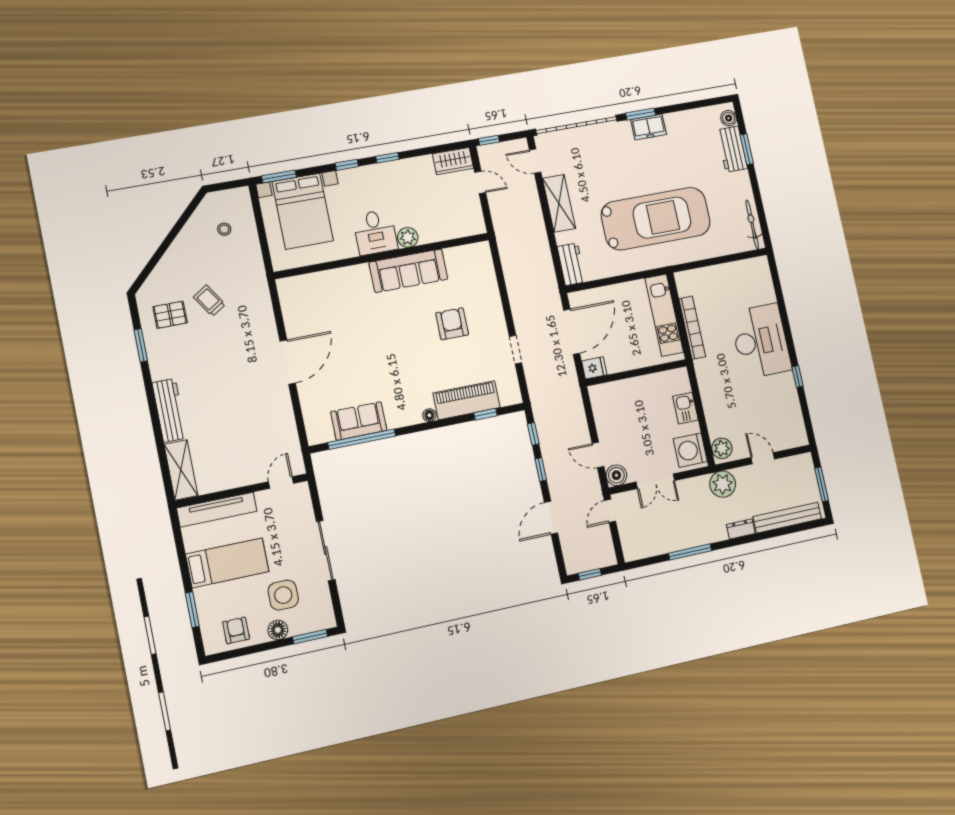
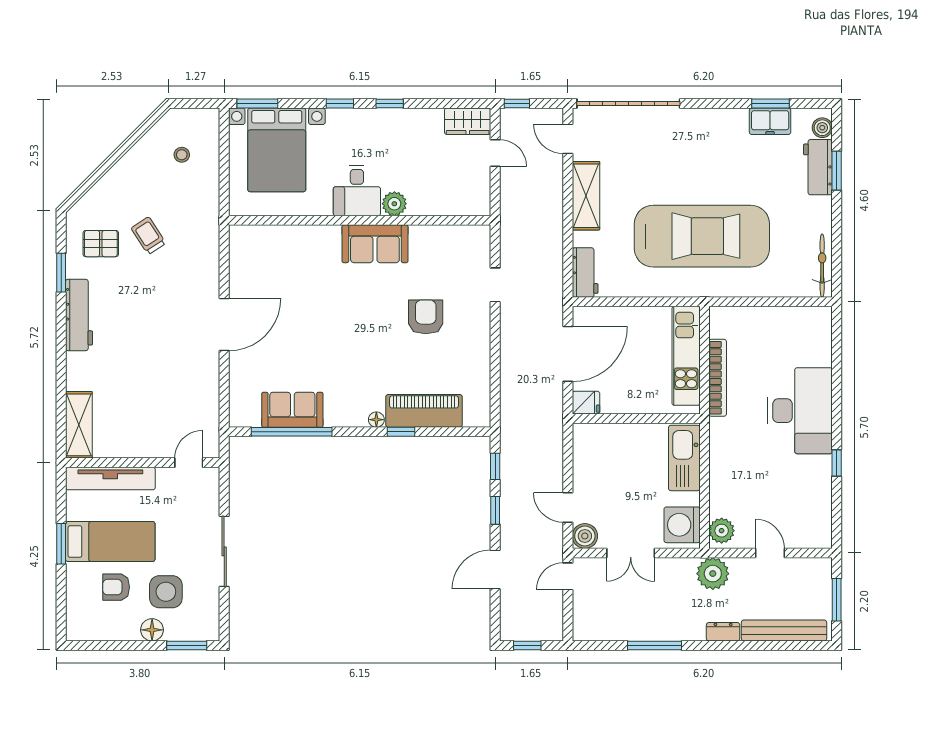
window: (641, 114) -> (770, 104), moved
freezer: (649, 127) -> (770, 121), moved
sofa: (408, 271) -> (375, 244), width x0.73
doorway: (515, 350) -> (495, 285), moved
kitchen sink: (685, 408) -> (684, 458), width x1.88, depth x1.24
workbench: (169, 410) -> (79, 315), moved
window: (486, 414) -> (401, 432), moved
window: (192, 610) -> (61, 544), moved
armchair: (236, 630) -> (116, 587), moved, turned -90

